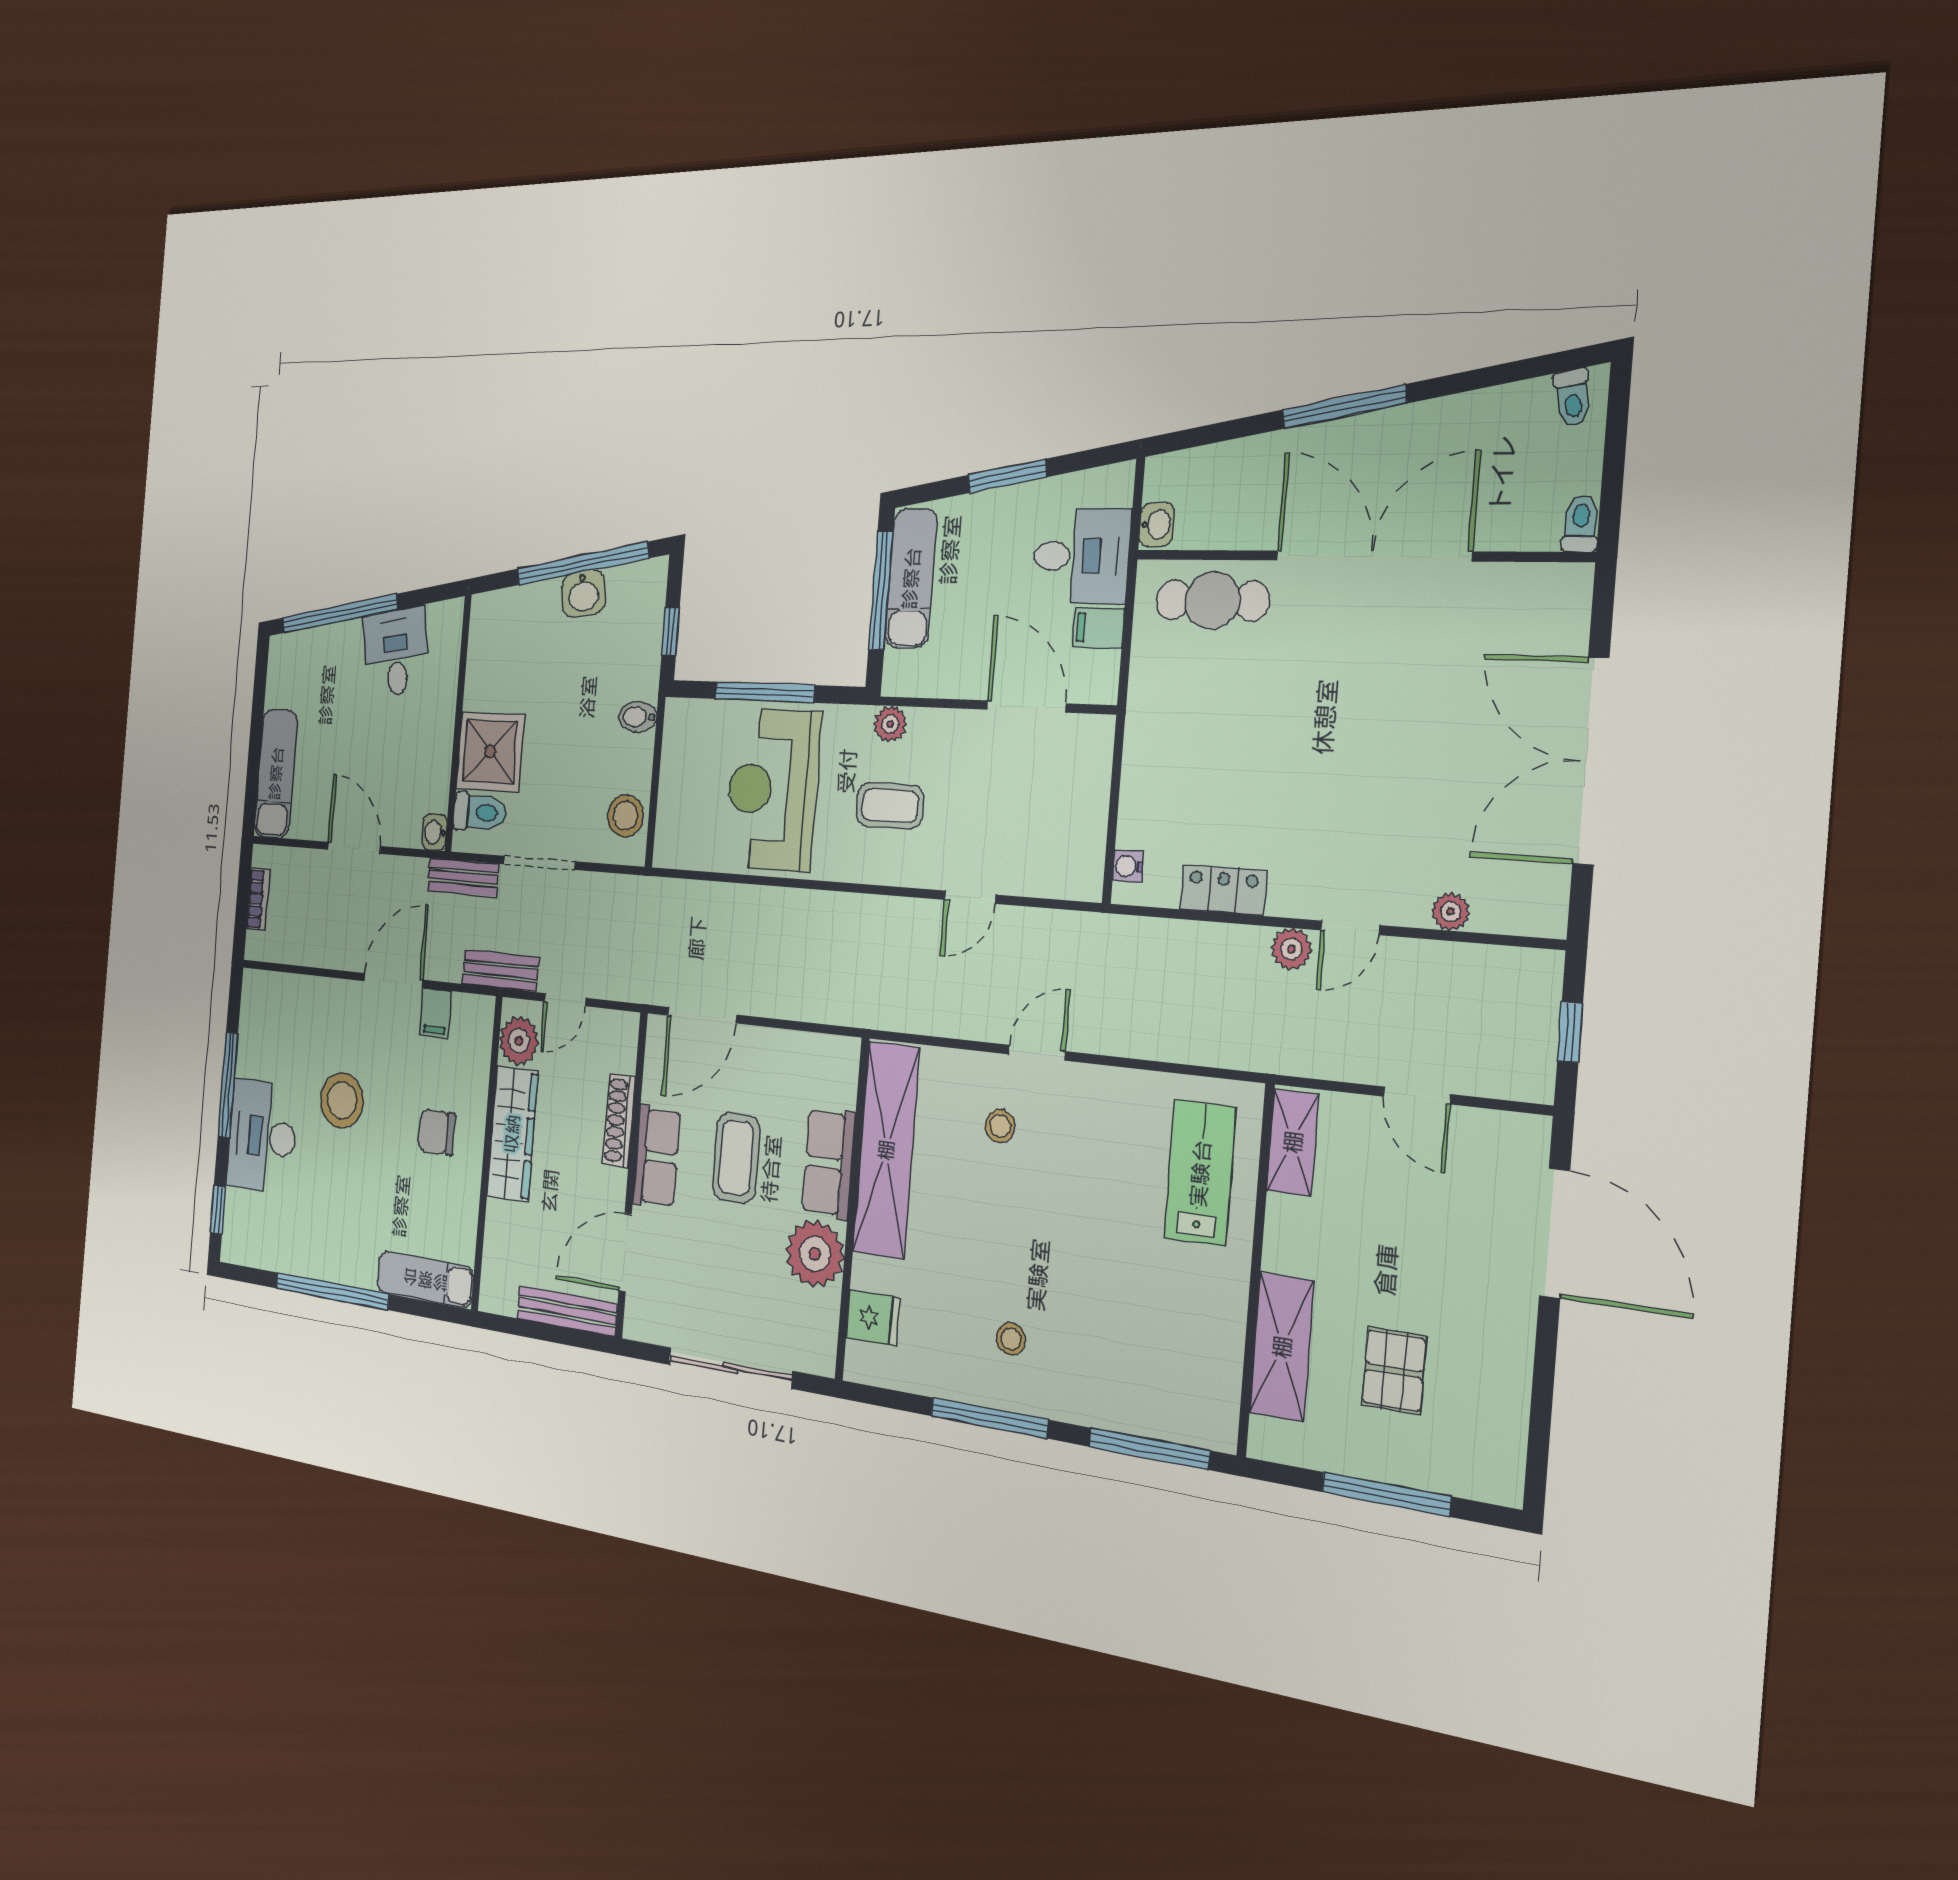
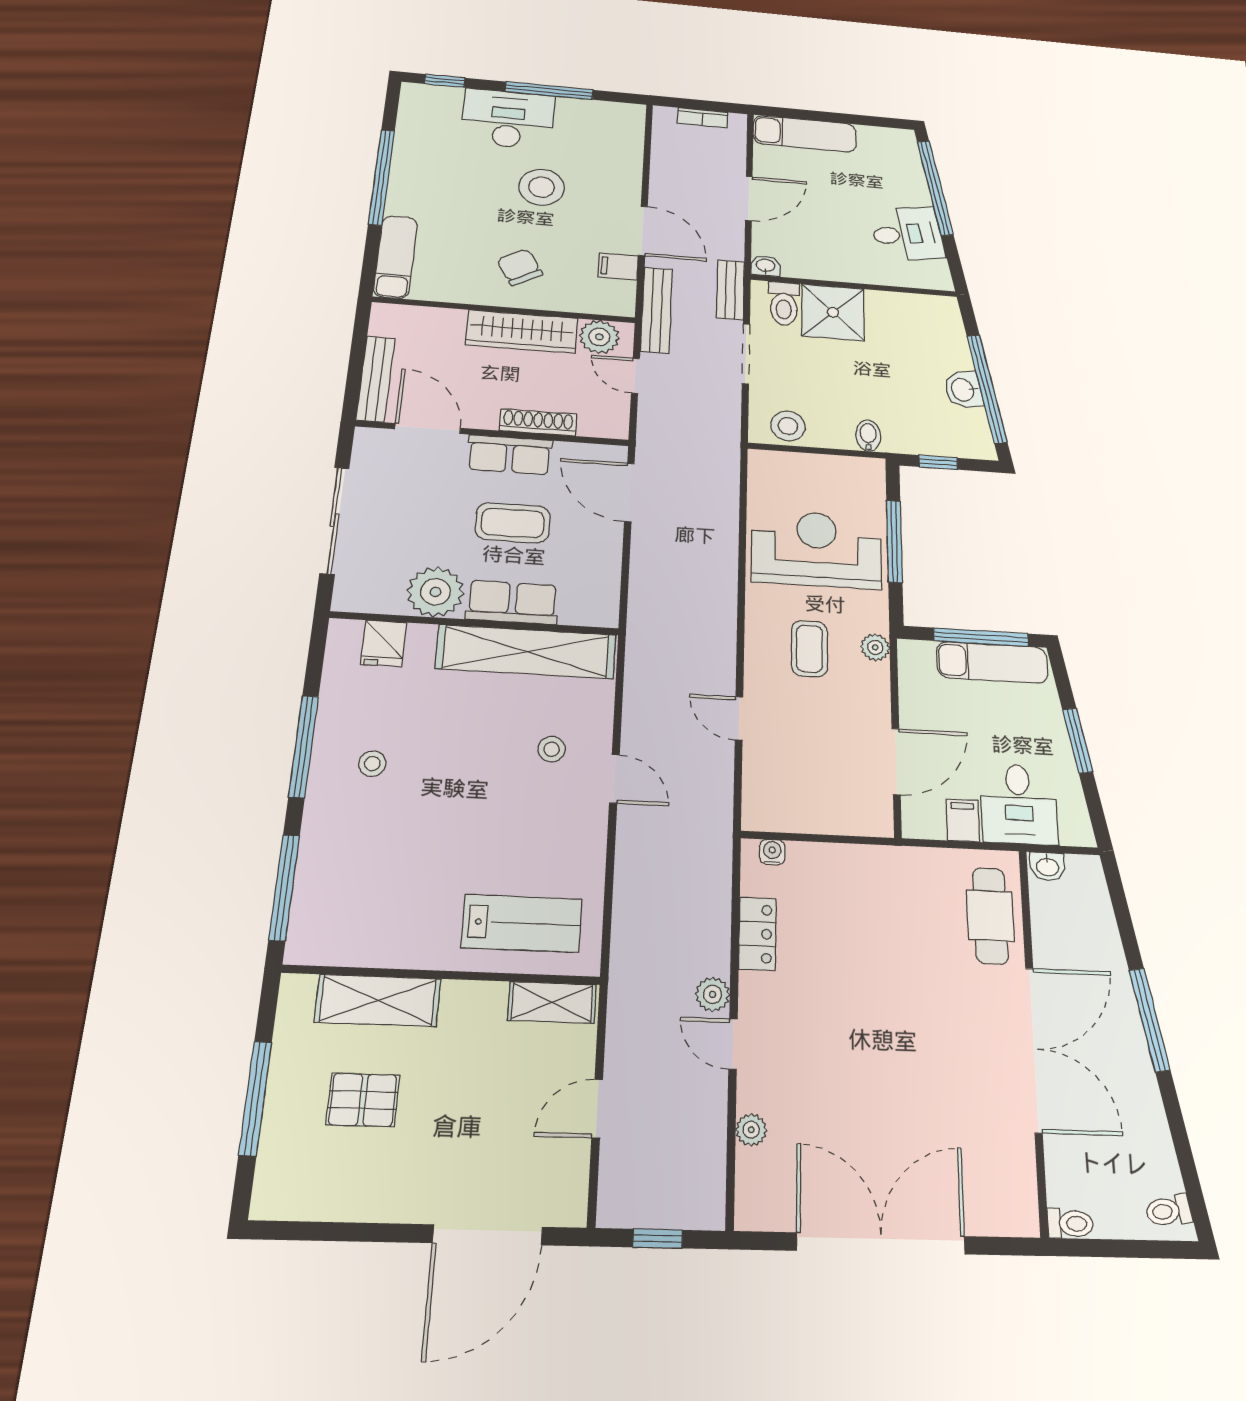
bench: (500, 971) -> (657, 310), width x1.36
chair: (437, 1132) -> (520, 267), turned -30

